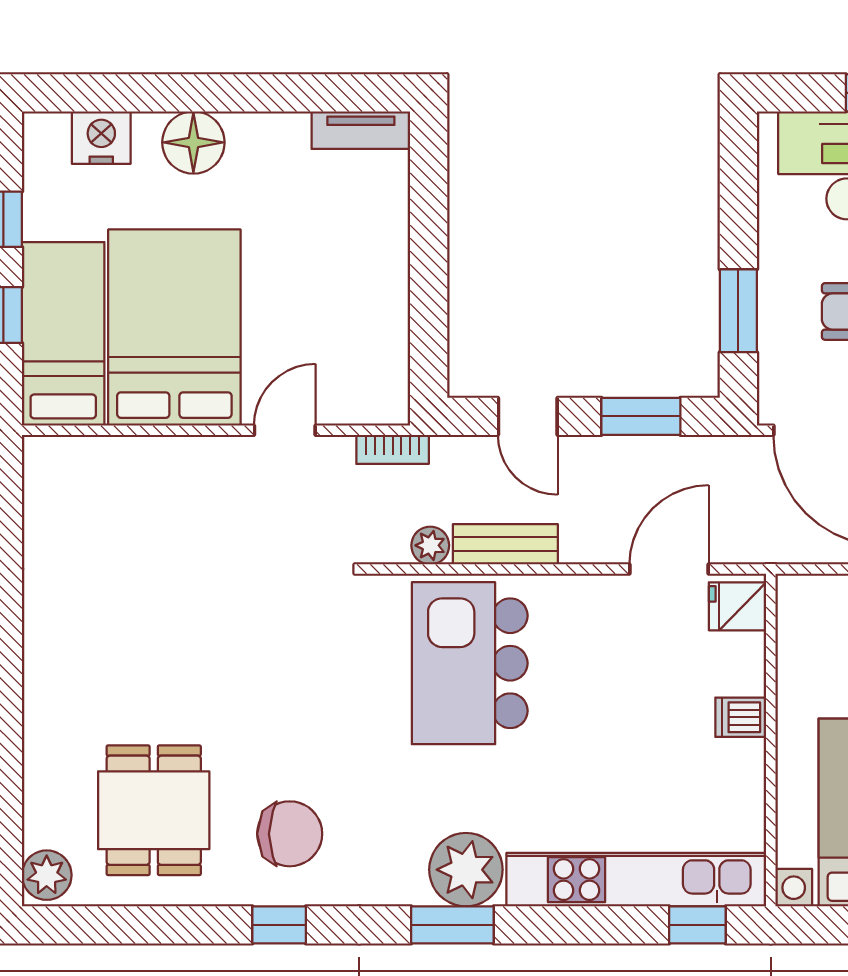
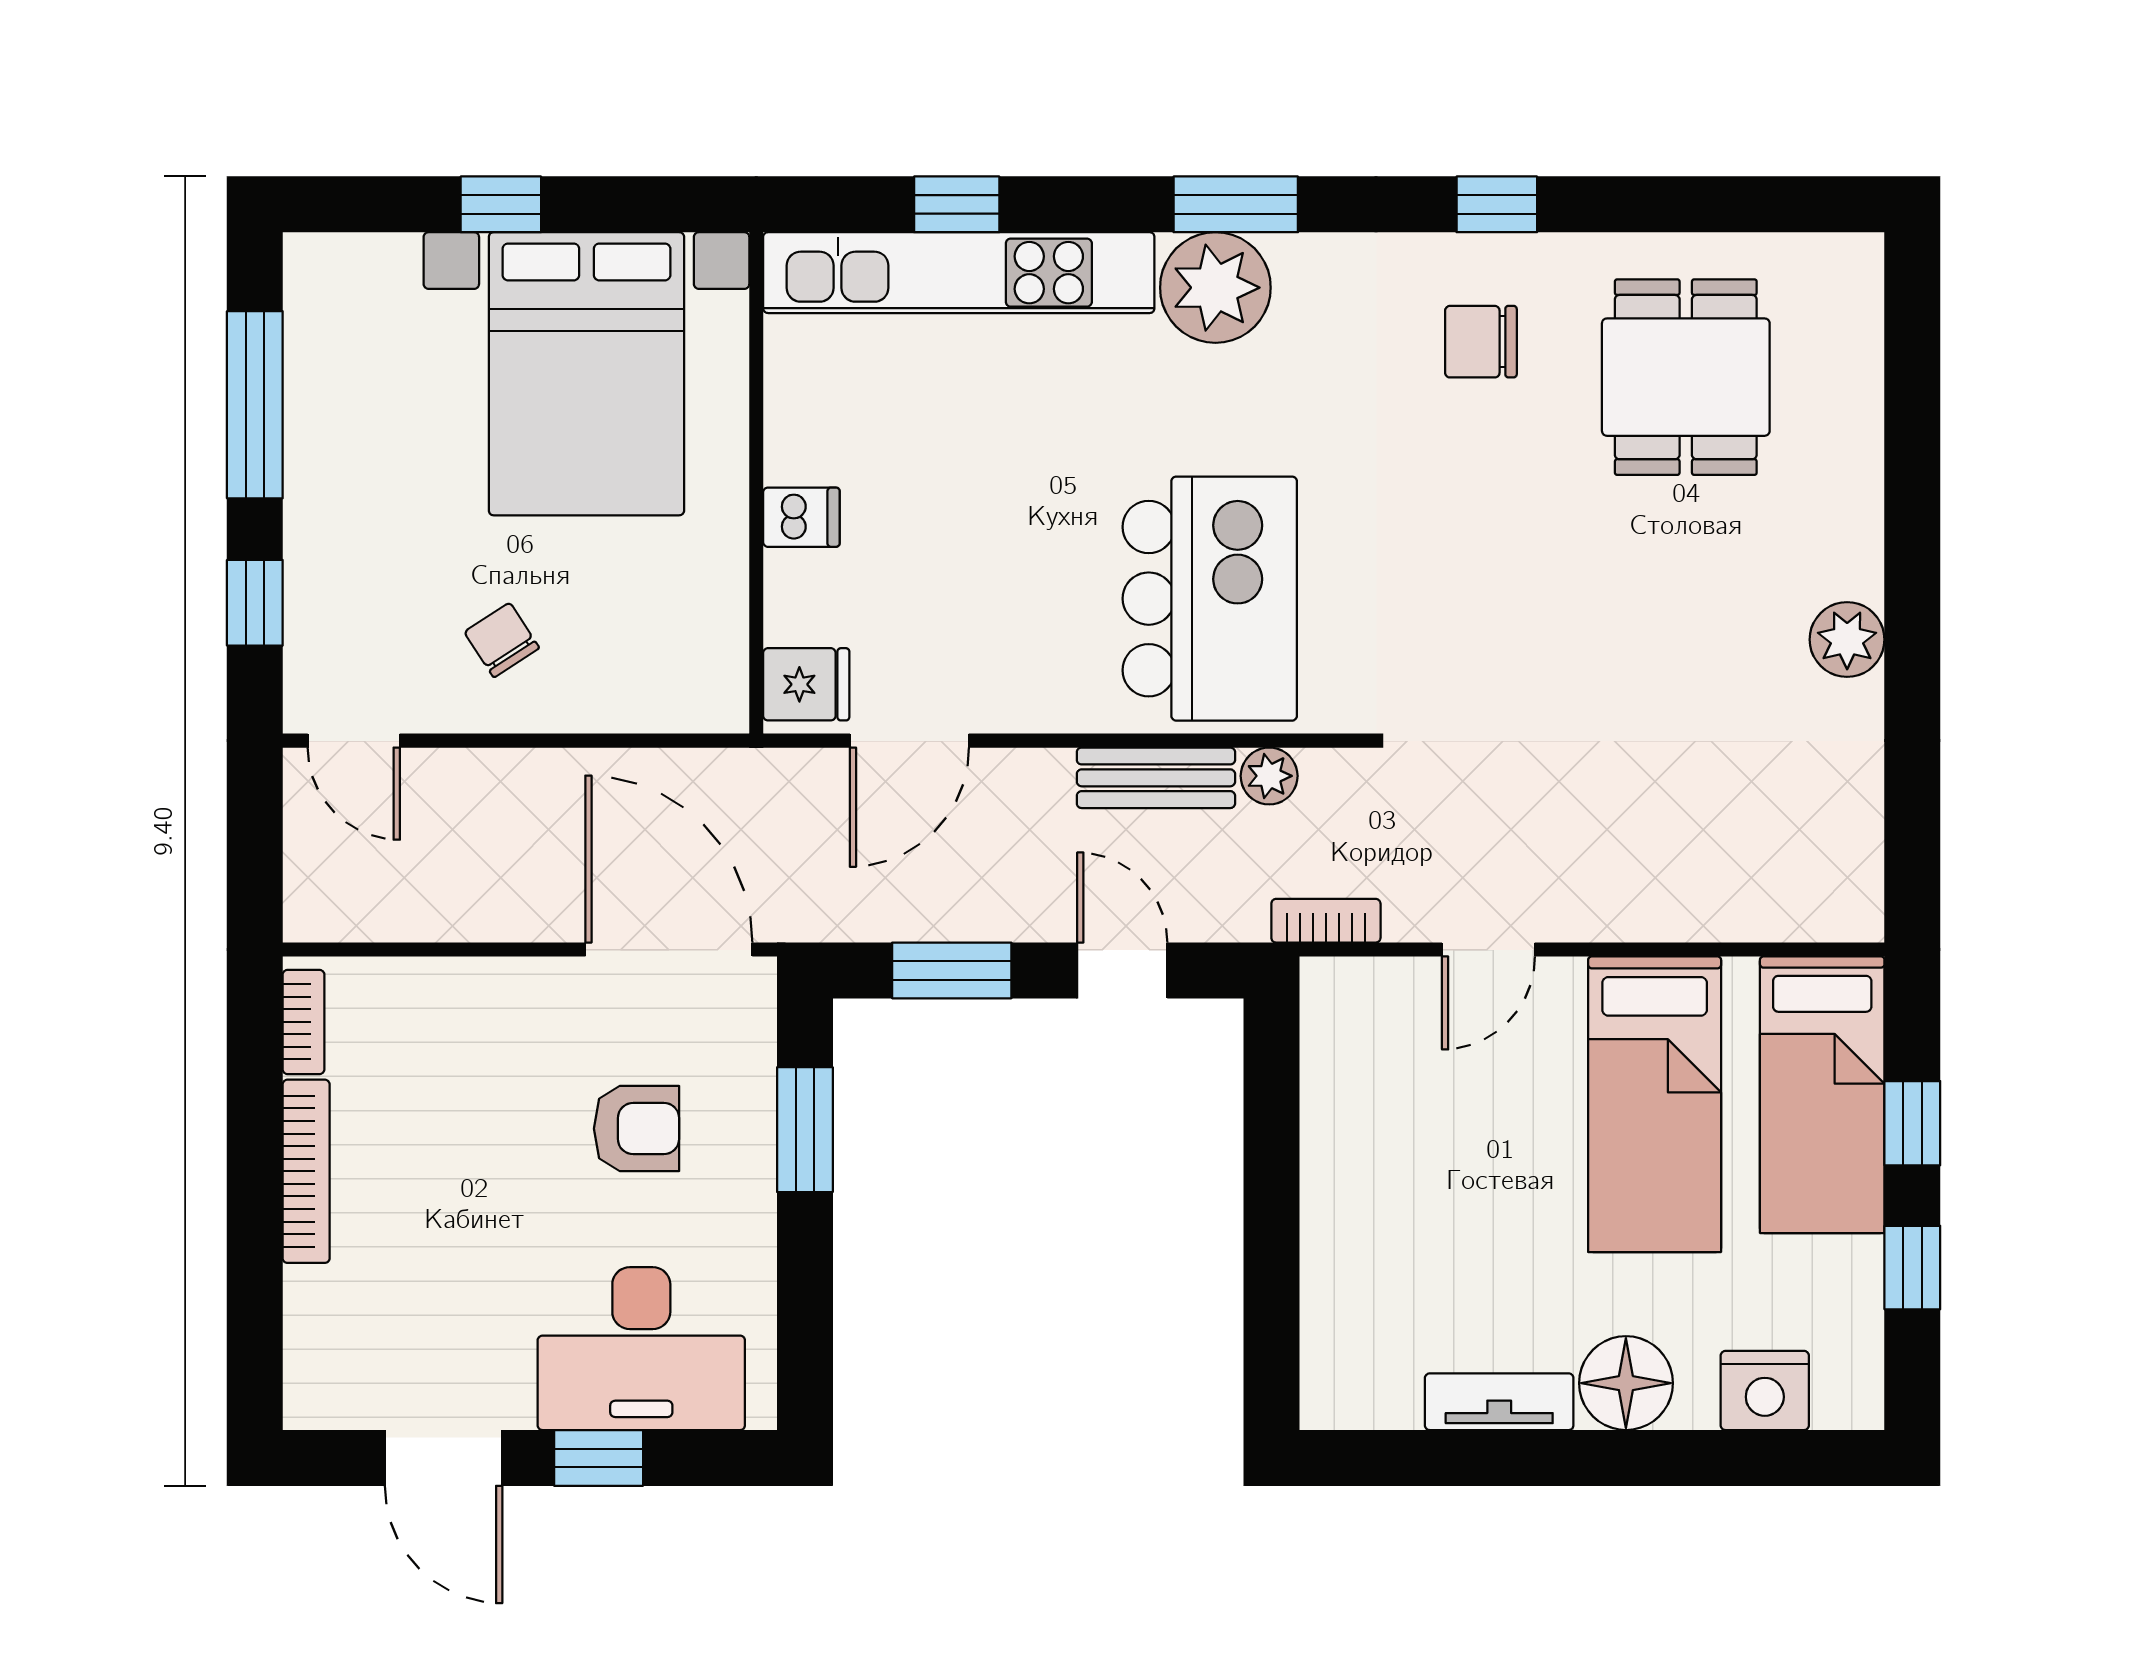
tv unit: (361, 130) -> (1499, 1402), moved
bed: (174, 328) -> (1655, 1104), width x0.67
chair: (290, 834) -> (1481, 342), width x0.73, depth x0.73
plant: (47, 875) -> (1847, 640), moved
window: (697, 925) -> (957, 204), moved

